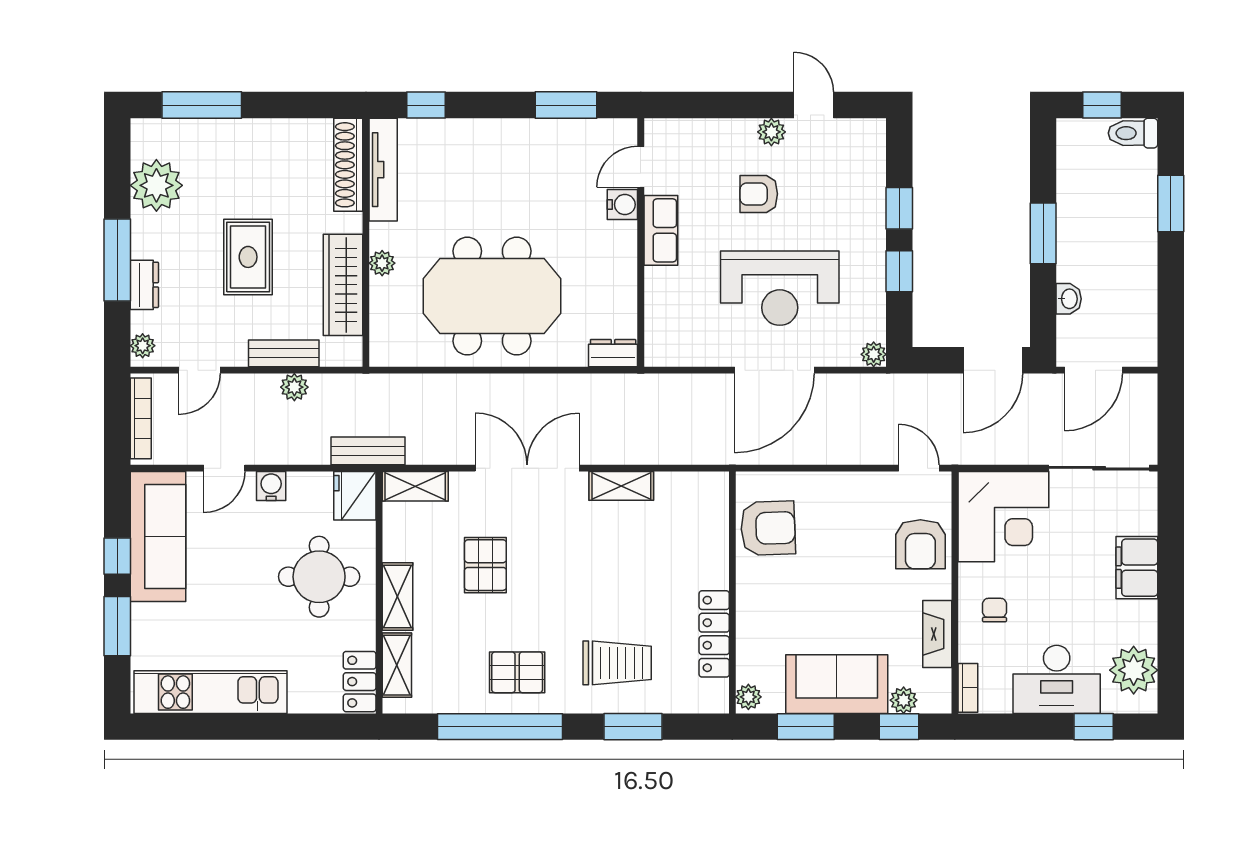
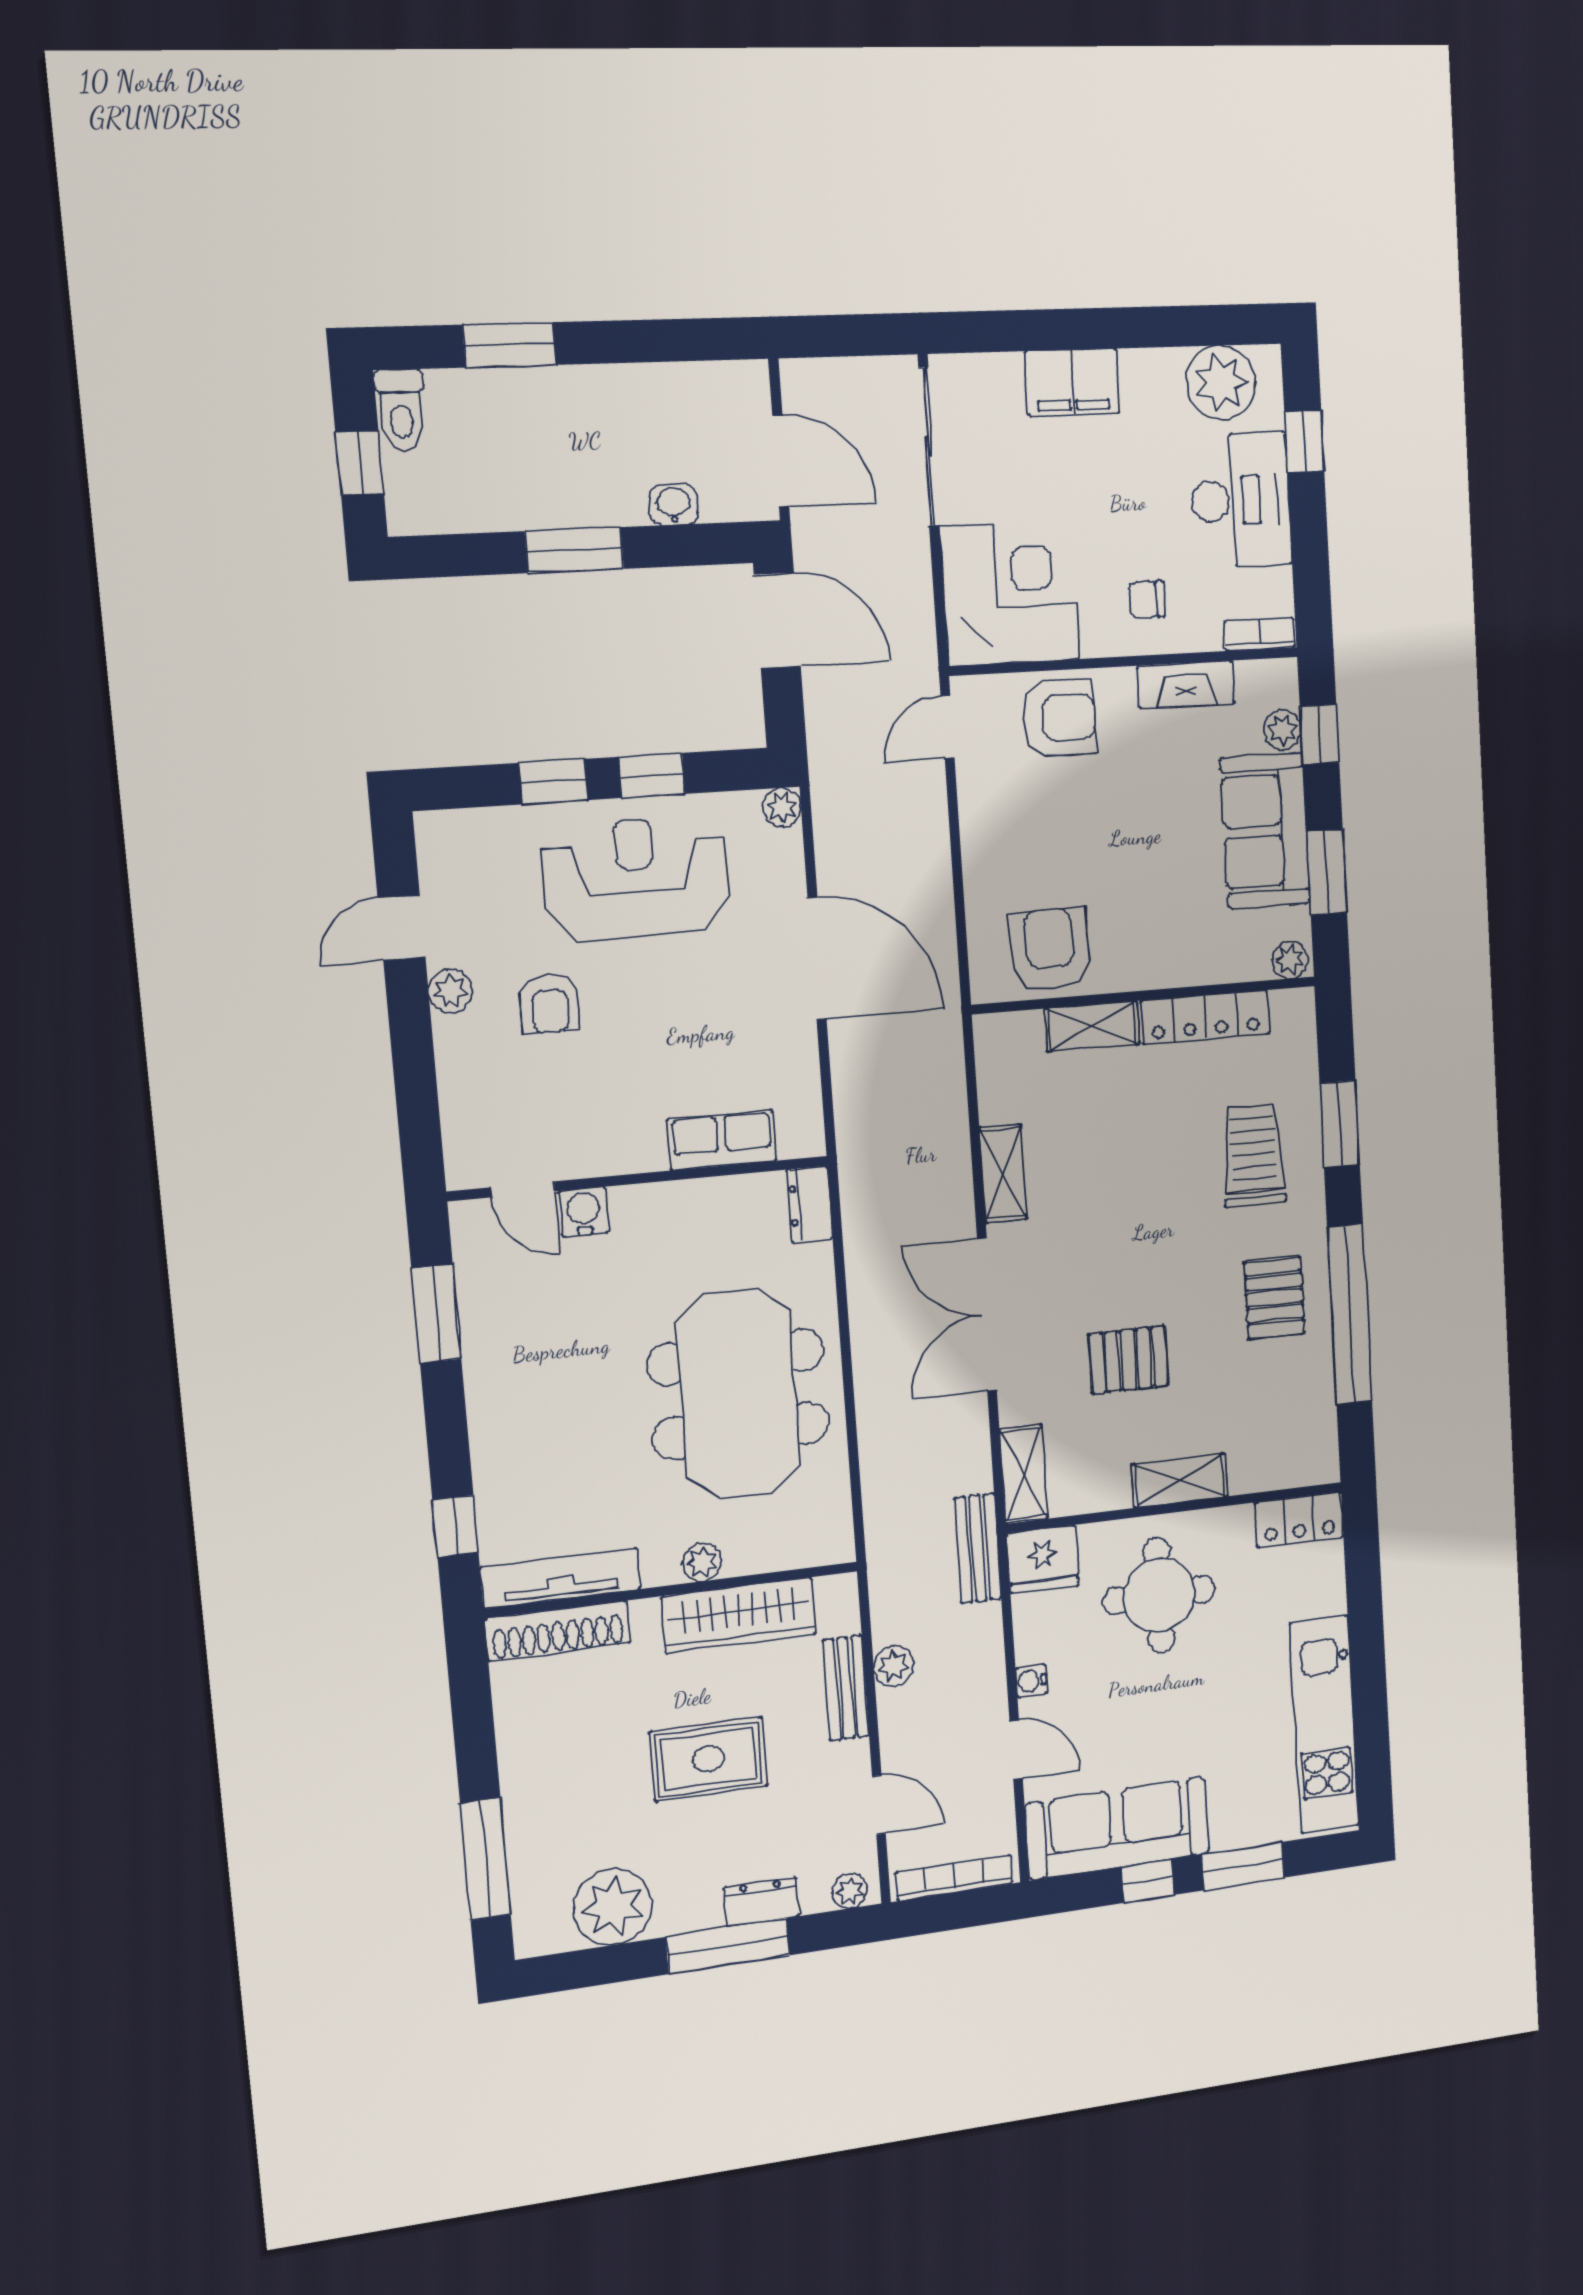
row of seats: (661, 230) -> (722, 1140), moved
reception desk: (780, 288) -> (636, 878), moved, turned -90
water cooler: (271, 486) -> (1031, 1681), width x0.72, depth x0.72
shelving: (397, 665) -> (1092, 1026), moved

